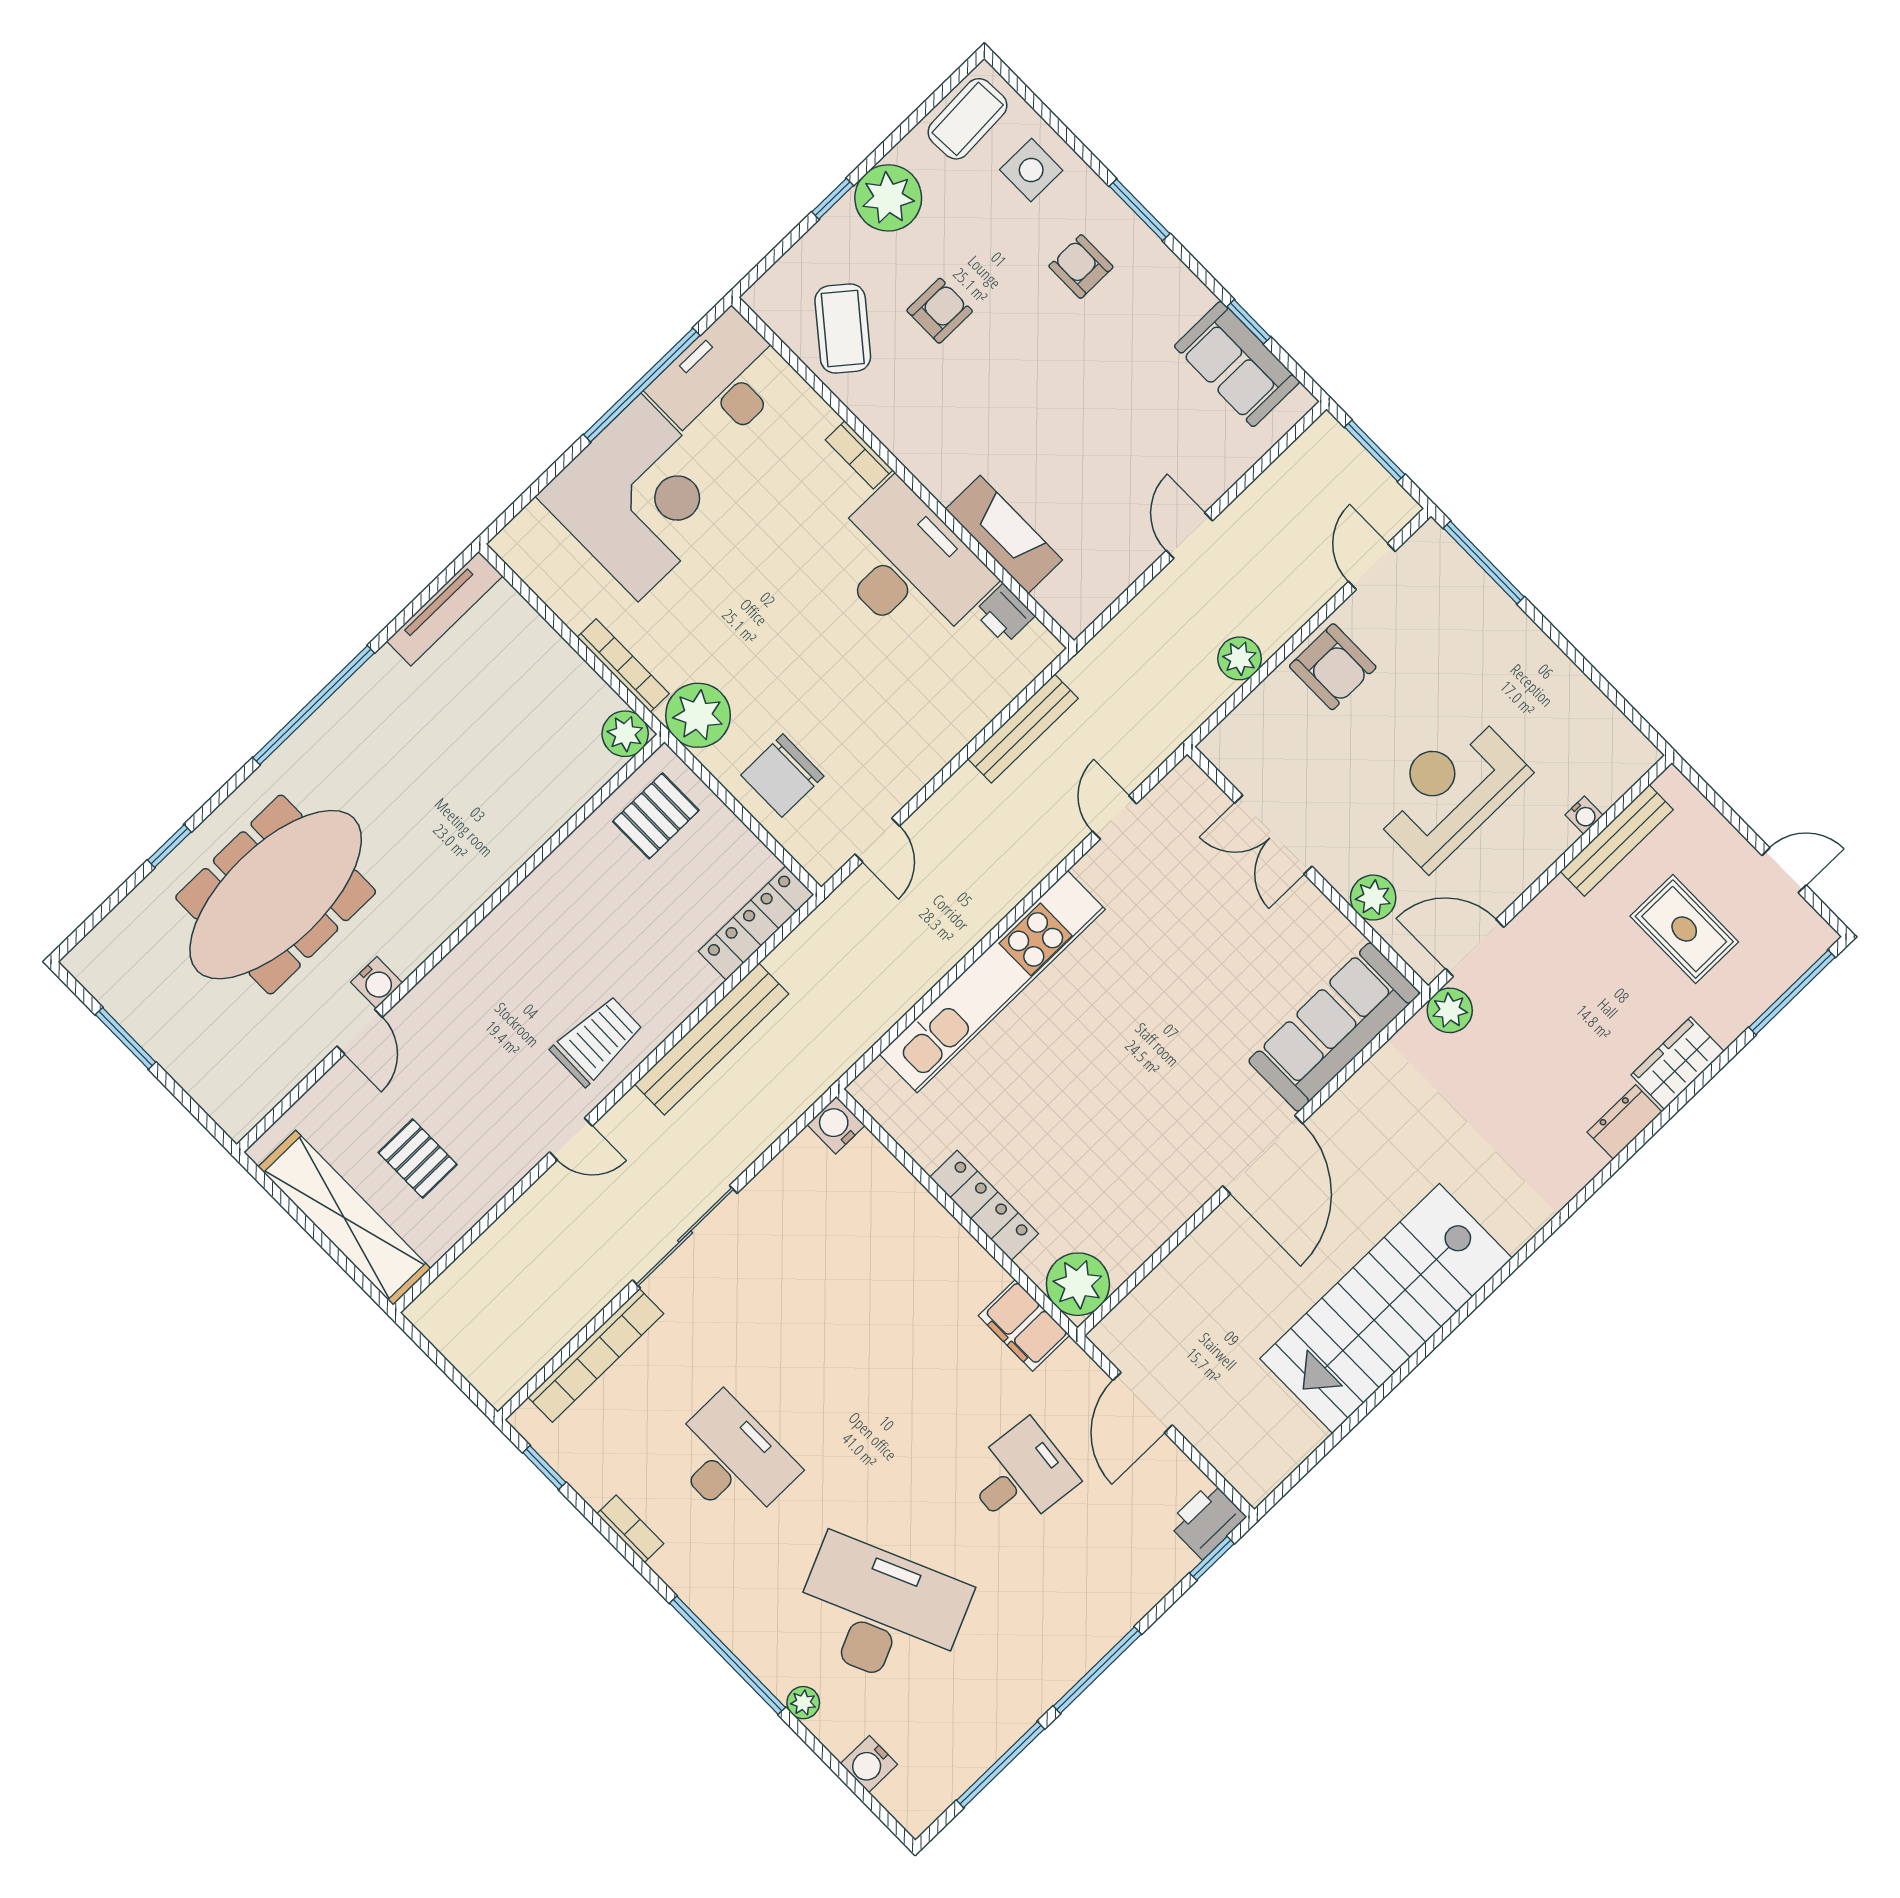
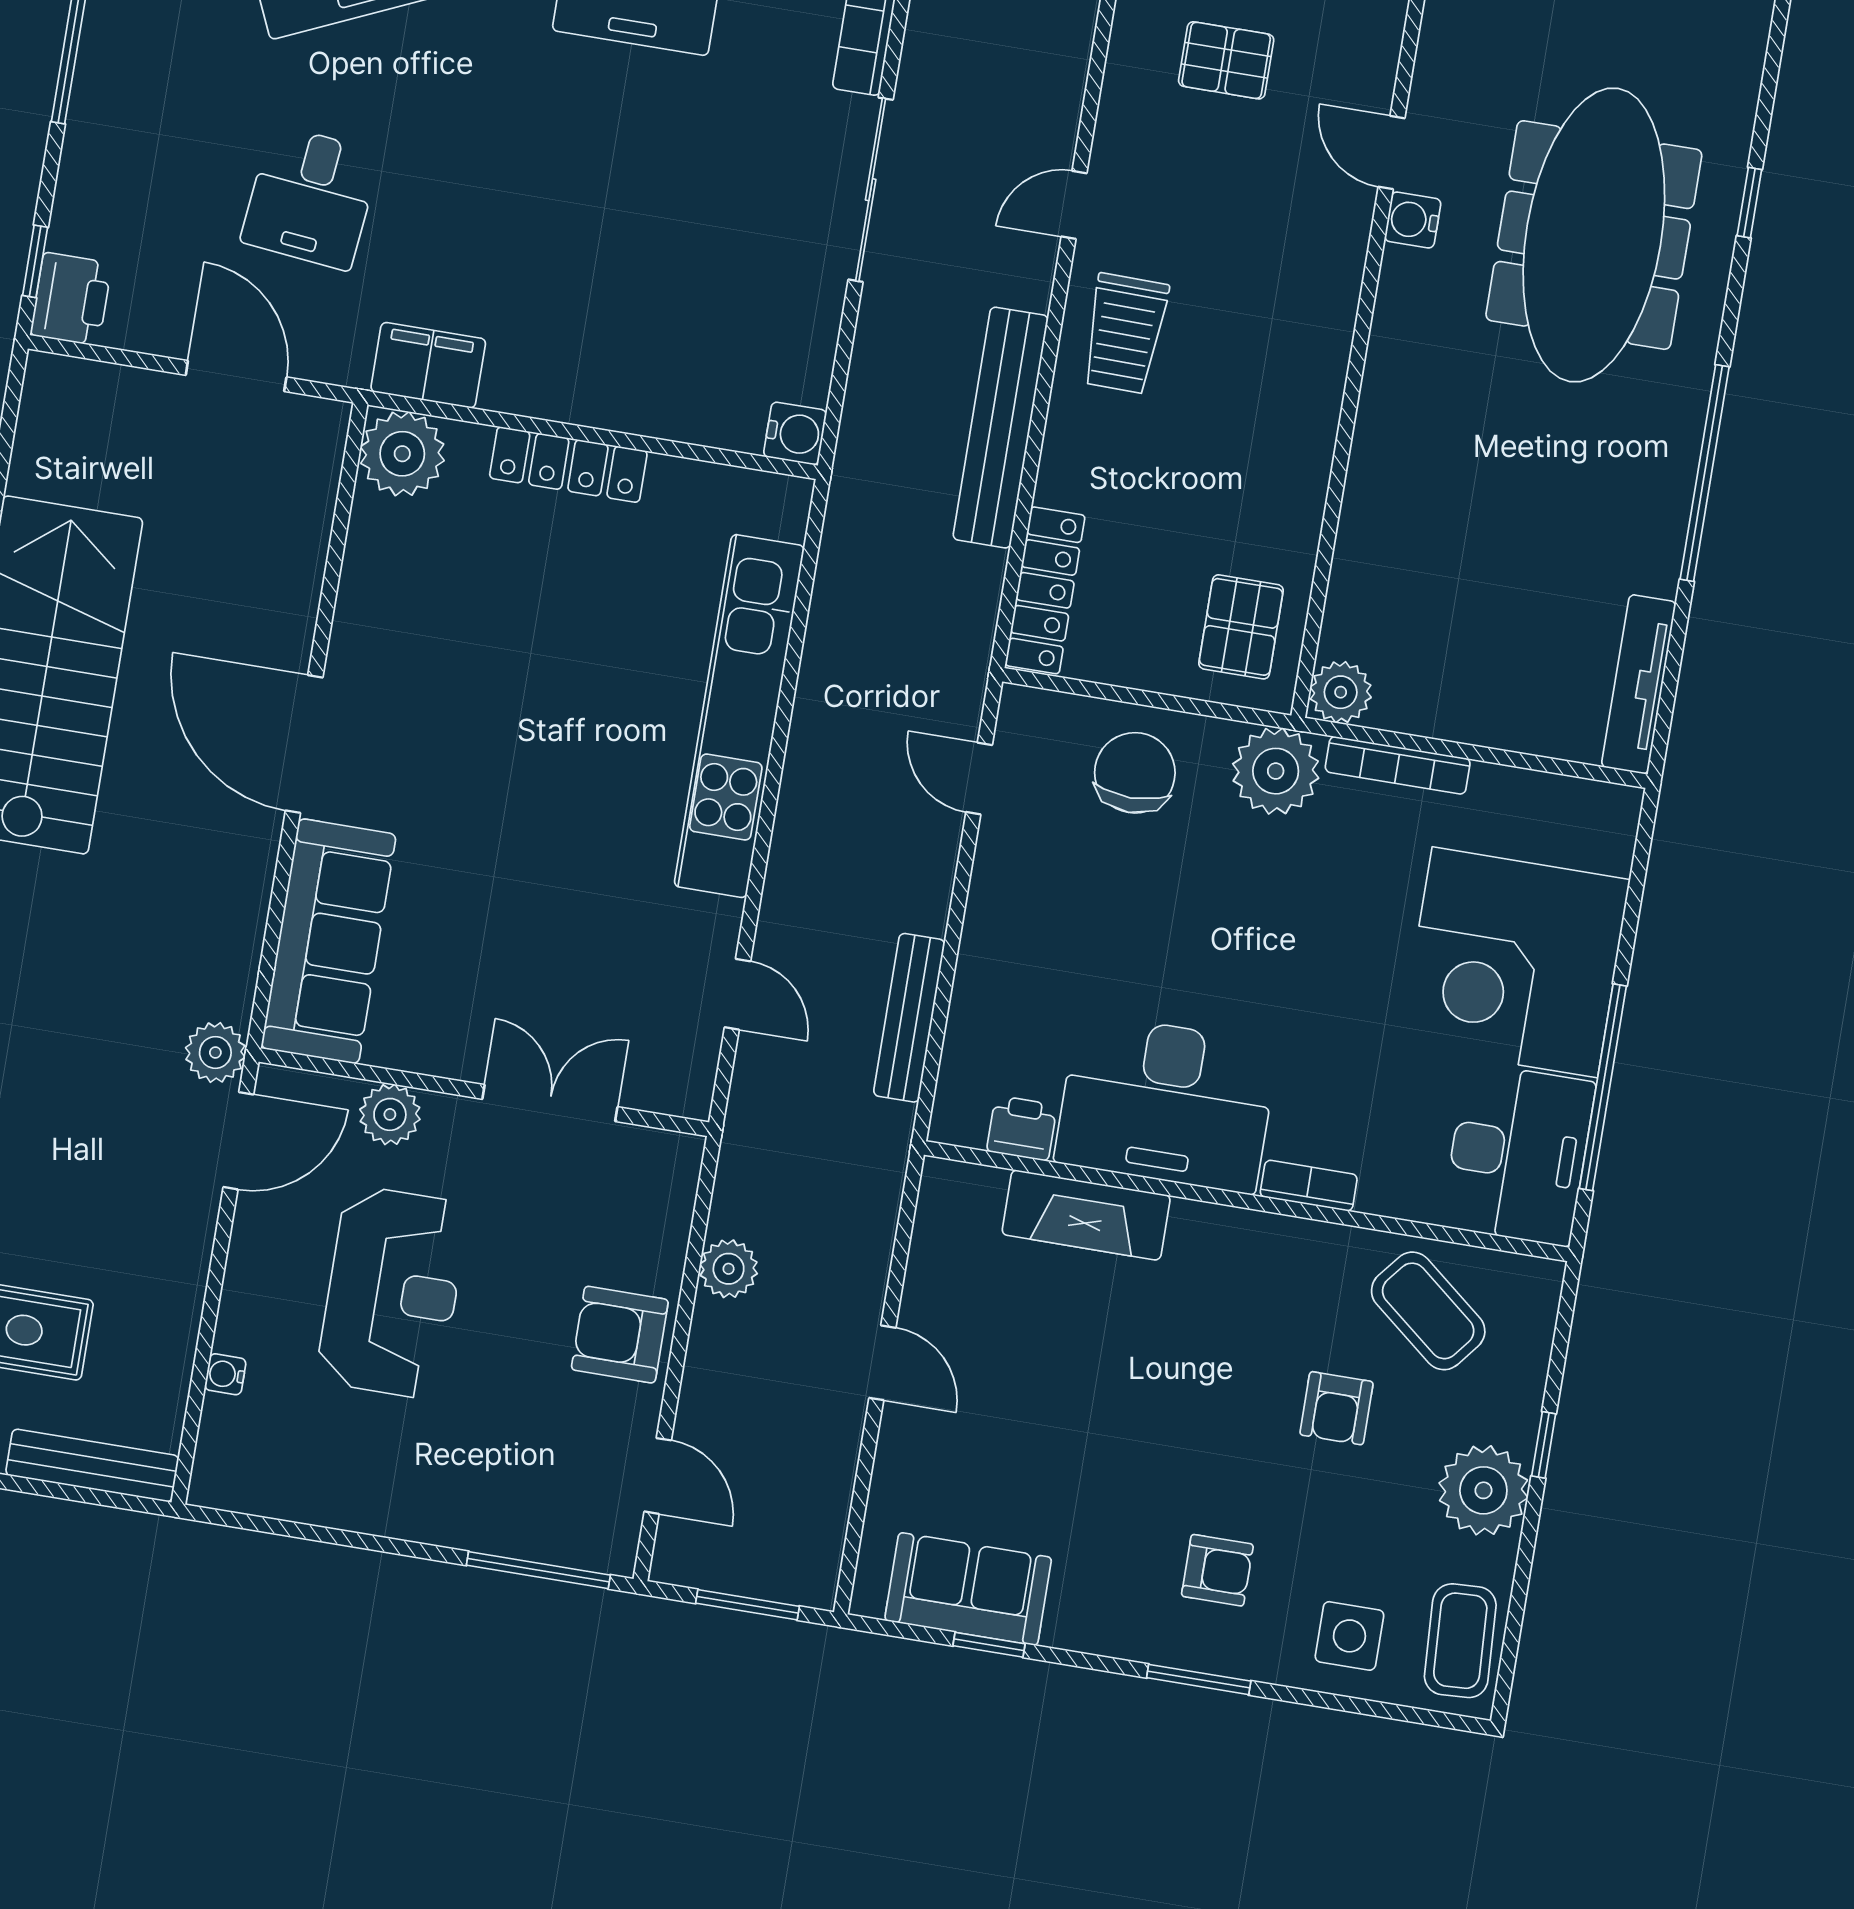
bench: (1617, 840) -> (92, 1465), moved, turned 90

